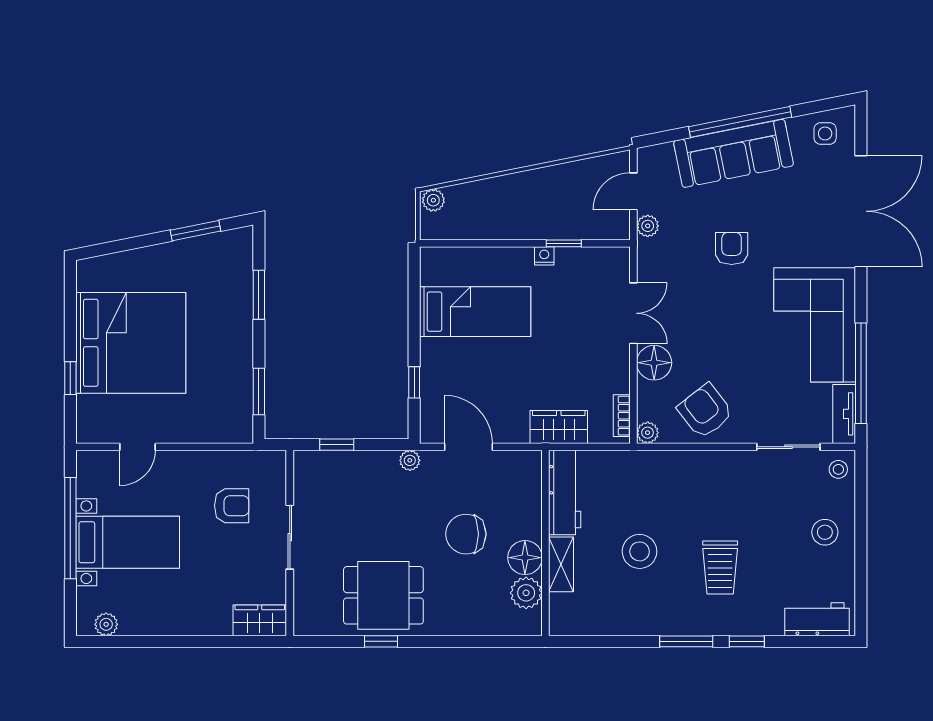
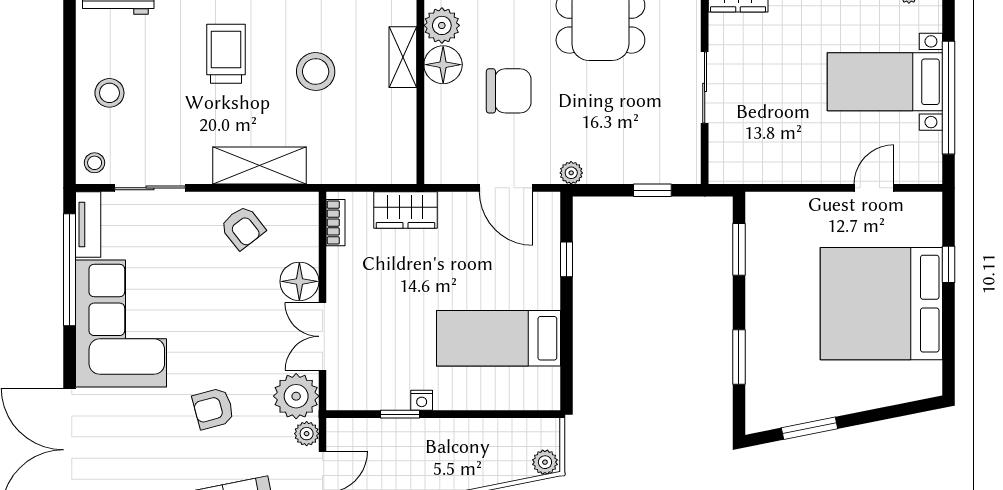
armchair: (732, 248) -> (213, 409), turned 75
armchair: (705, 411) -> (243, 228), width x0.72, depth x0.72
plant: (648, 433) -> (296, 396), moved, width x1.88, depth x1.88
shelving: (690, 467) -> (260, 166), added
workbench: (565, 492) -> (399, 137), removed
armchair: (232, 506) -> (769, 122), removed

